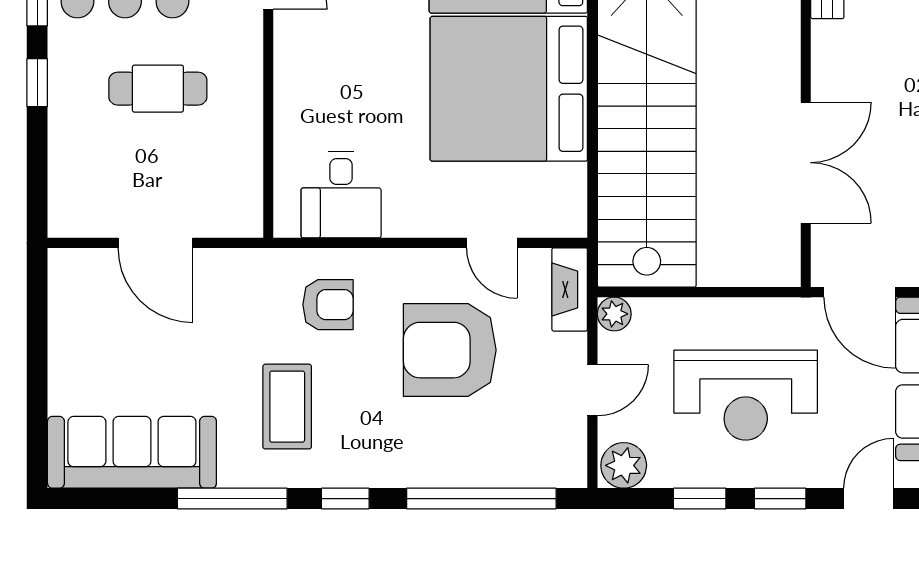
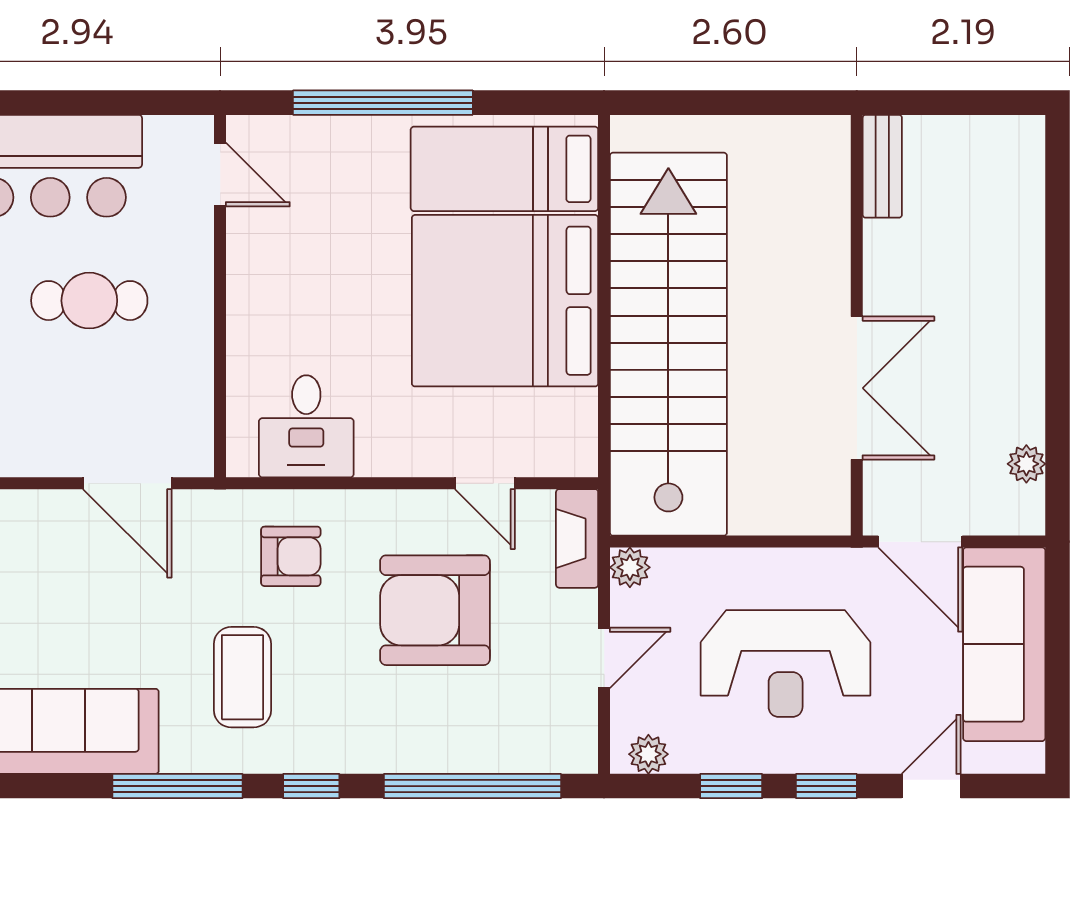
door: (155, 243) -> (127, 483), moved
plant: (624, 465) -> (648, 754), width x0.73, depth x0.73

